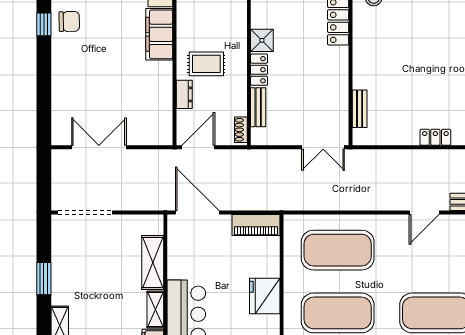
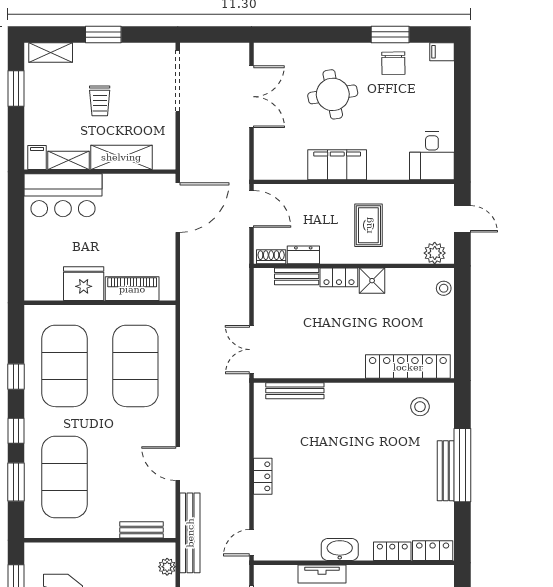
window: (44, 24) -> (390, 34), width x1.50
filing cabinet: (159, 34) -> (337, 165), moved
rug: (206, 64) -> (368, 225), moved
round table: (97, 75) -> (333, 94), added
dresser: (184, 94) -> (303, 255), moved, turned 180
bench: (360, 109) -> (295, 391), width x1.36
piano: (256, 225) -> (132, 289), moved, turned 90
trolley: (103, 282) -> (100, 101), added

